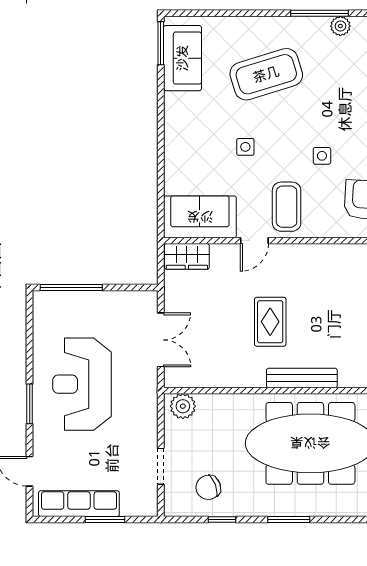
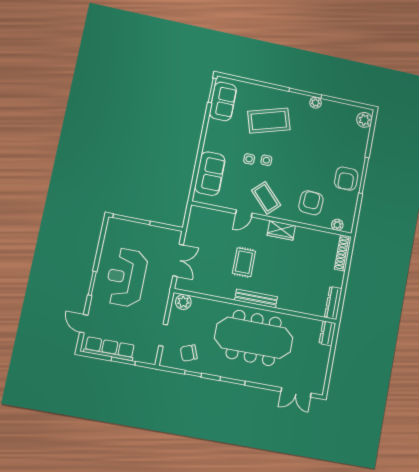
side table: (322, 156) -> (266, 160), moved
coffee table: (287, 207) -> (266, 198), turned -44
sofa: (200, 217) -> (210, 174), moved, turned 90
wardrobe: (187, 256) -> (281, 230), moved

